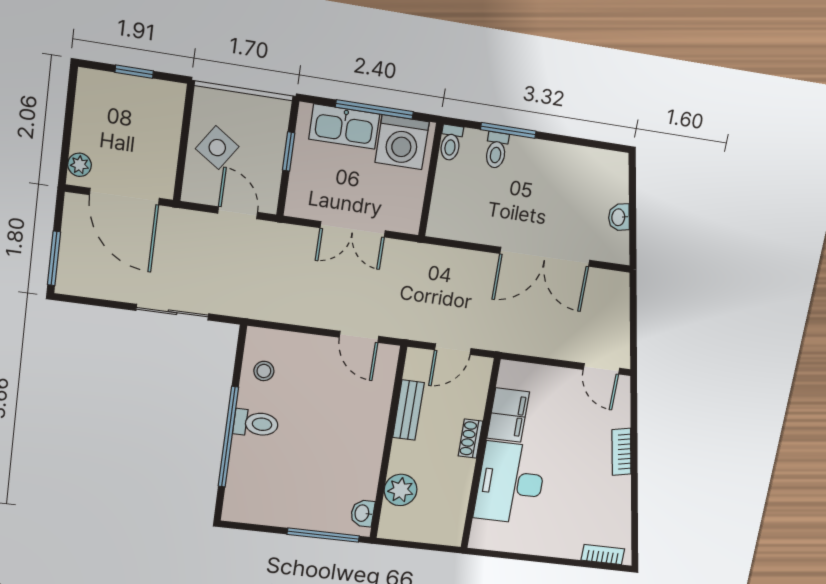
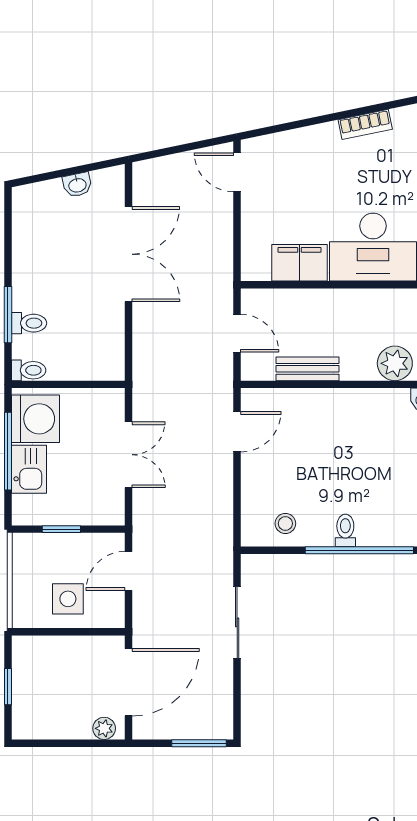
kitchen sink: (344, 127) -> (29, 469), width x0.73
side table: (217, 148) -> (68, 599), turned -34
door: (601, 369) -> (237, 172), swing flipped
toilet: (256, 424) -> (345, 530), width x0.73, depth x0.72
shoe rack: (470, 439) -> (330, 298), removed
bookcase: (622, 452) -> (365, 124), moved

